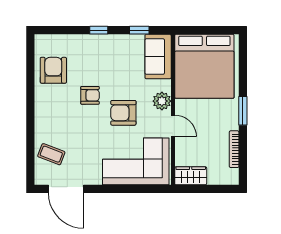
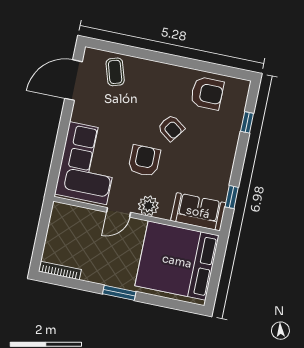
window: (99, 30) -> (247, 122), moved
armchair: (90, 95) -> (171, 128), turned -54
bookcase: (234, 149) -> (60, 270), moved
coffee table: (51, 154) -> (115, 72), turned -38
wardrobe: (191, 176) -> (60, 220), removed

